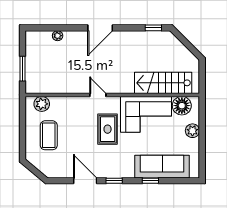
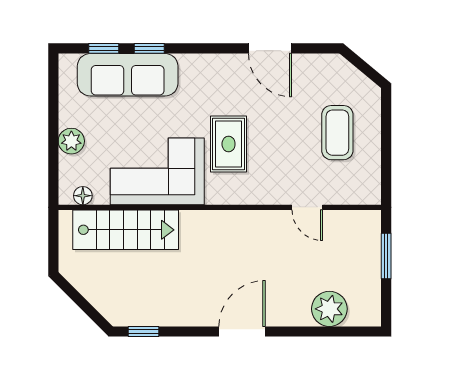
plant: (58, 36) -> (329, 309), width x1.88, depth x1.88
door: (98, 95) -> (307, 207), moved
plant: (42, 104) -> (350, 191), removed
floor lamp: (182, 106) -> (83, 196), width x0.53, depth x0.53
window: (114, 181) -> (104, 48), moved

